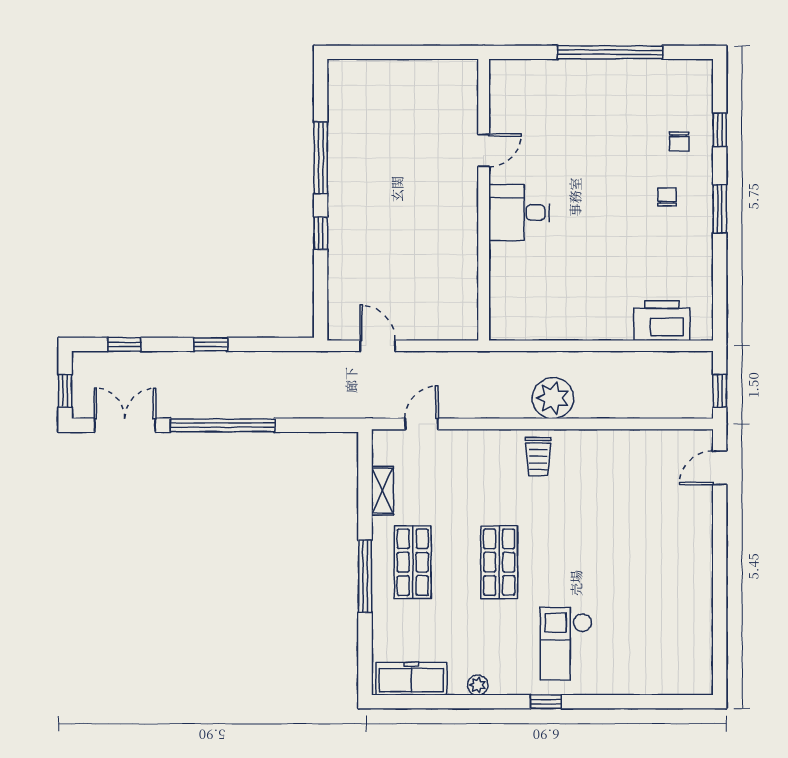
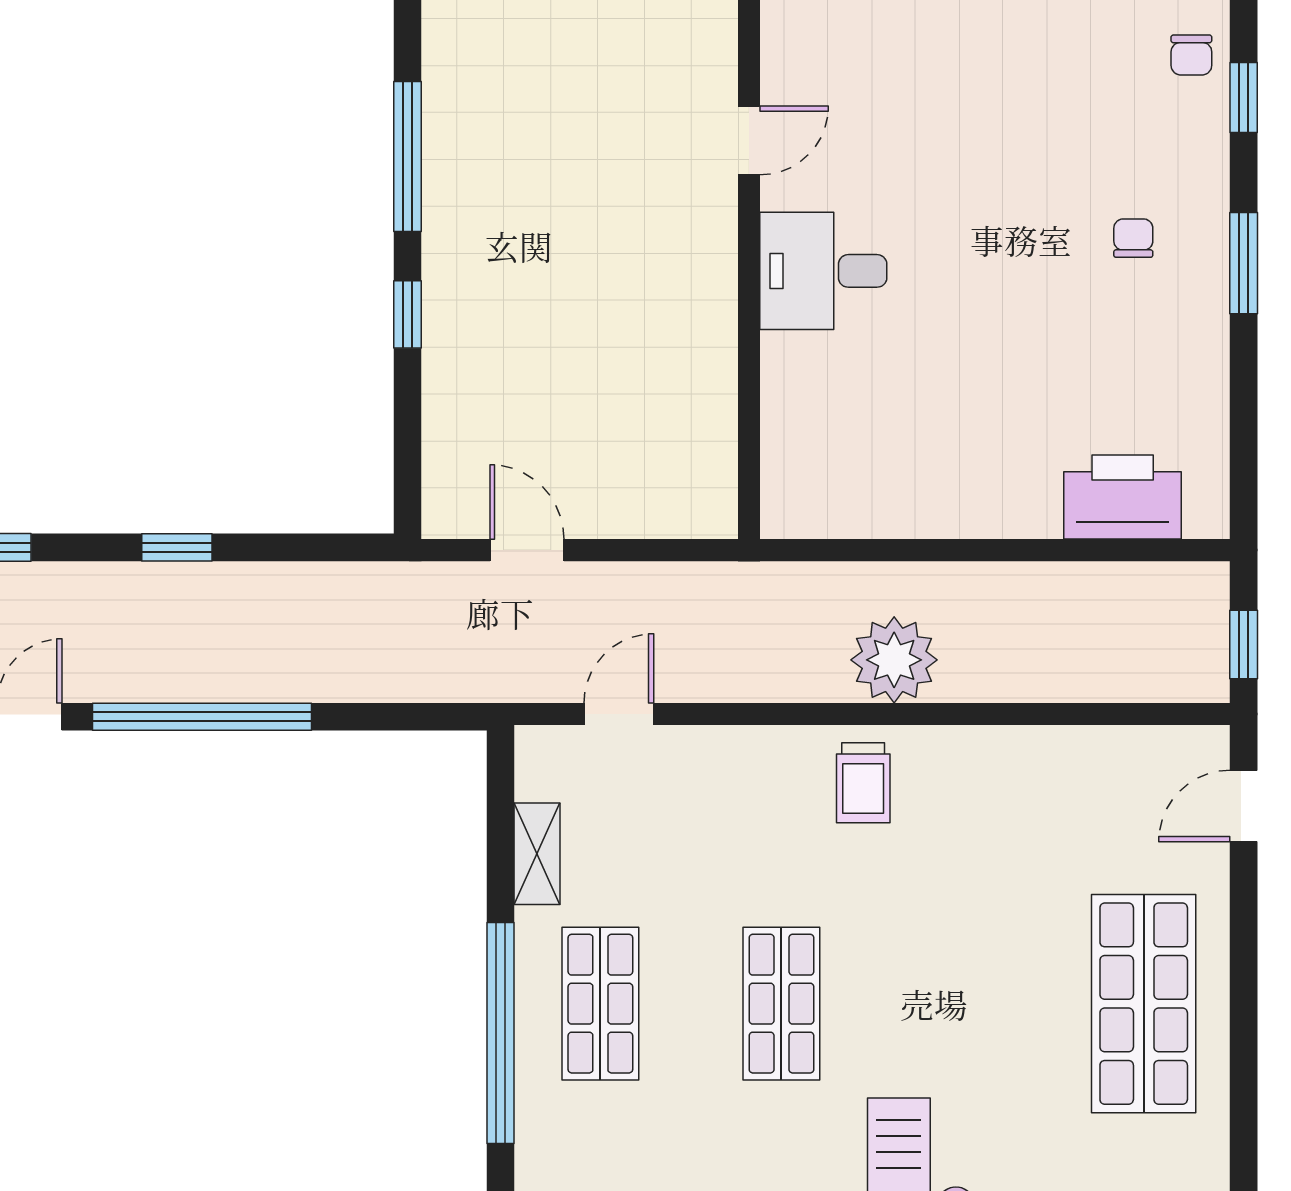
chair: (679, 142) -> (1191, 55), moved
shop shelf: (672, 562) -> (1144, 1004), added
window: (365, 576) -> (500, 1033), width x1.46

